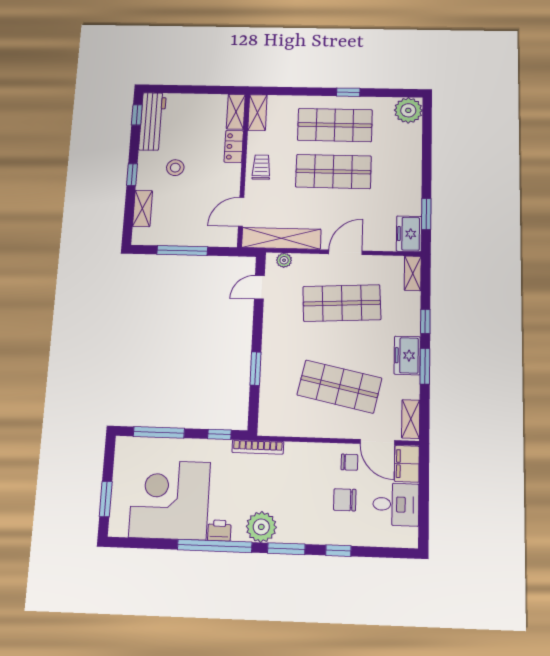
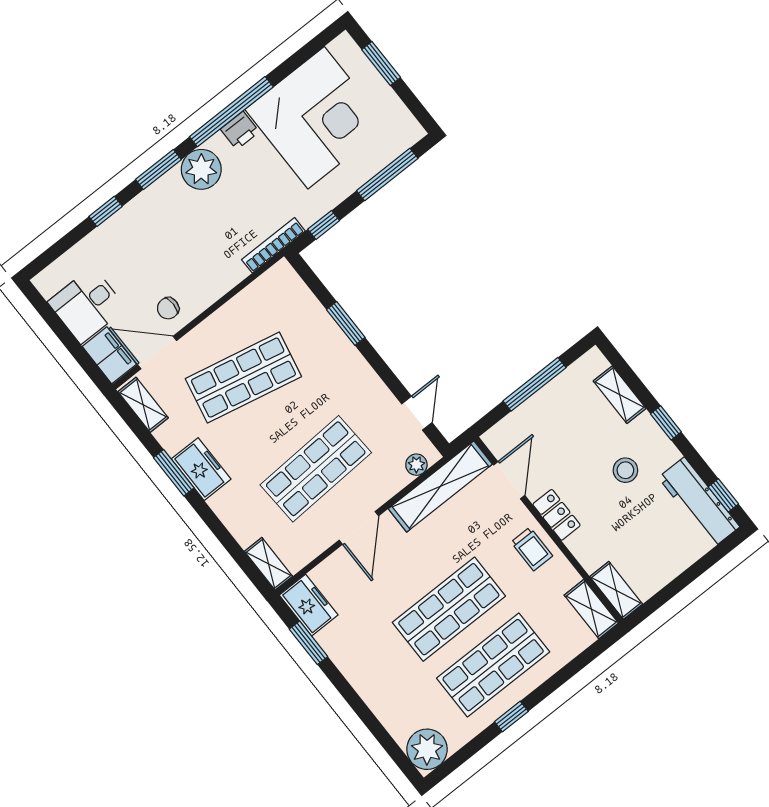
locker: (234, 146) -> (557, 515), moved
window: (425, 321) -> (212, 522), removed
chair: (345, 500) -> (141, 267), removed

